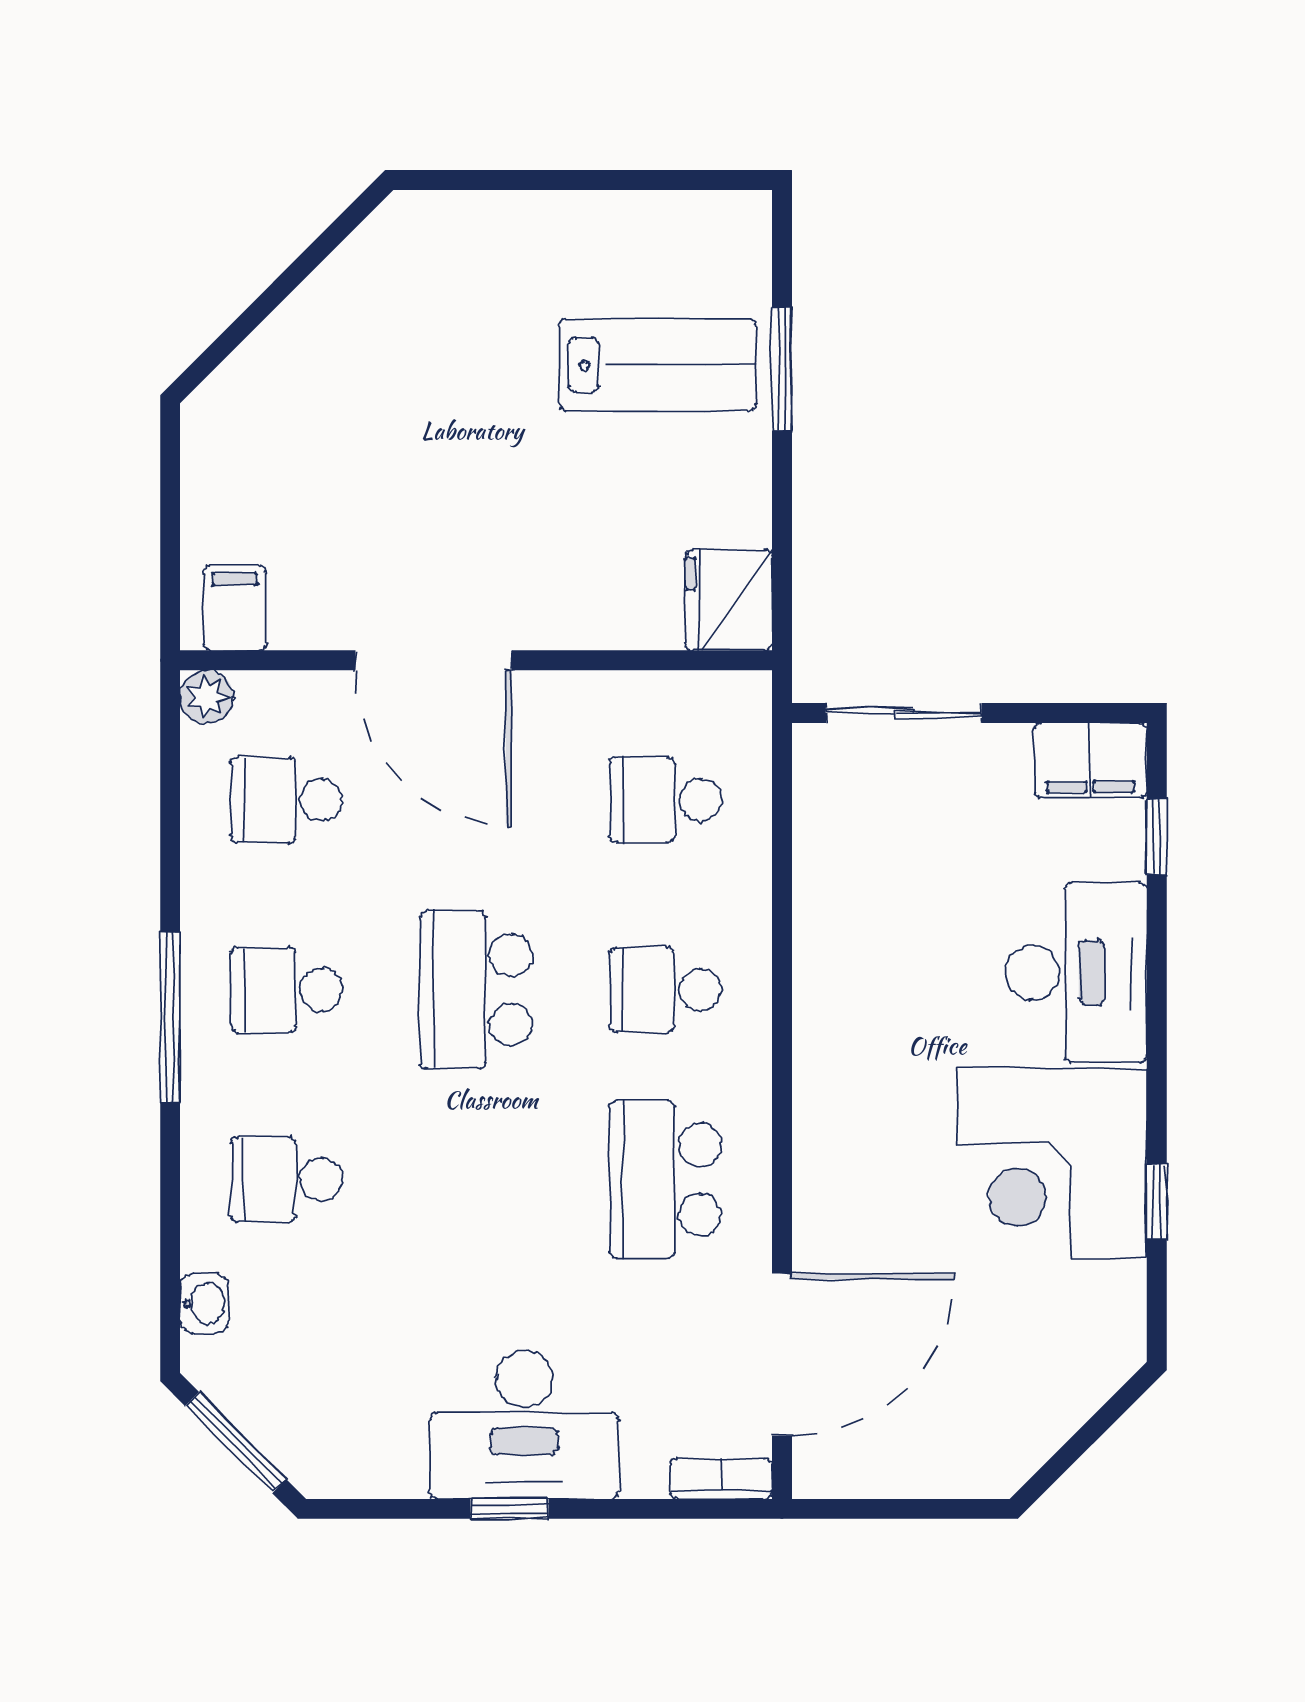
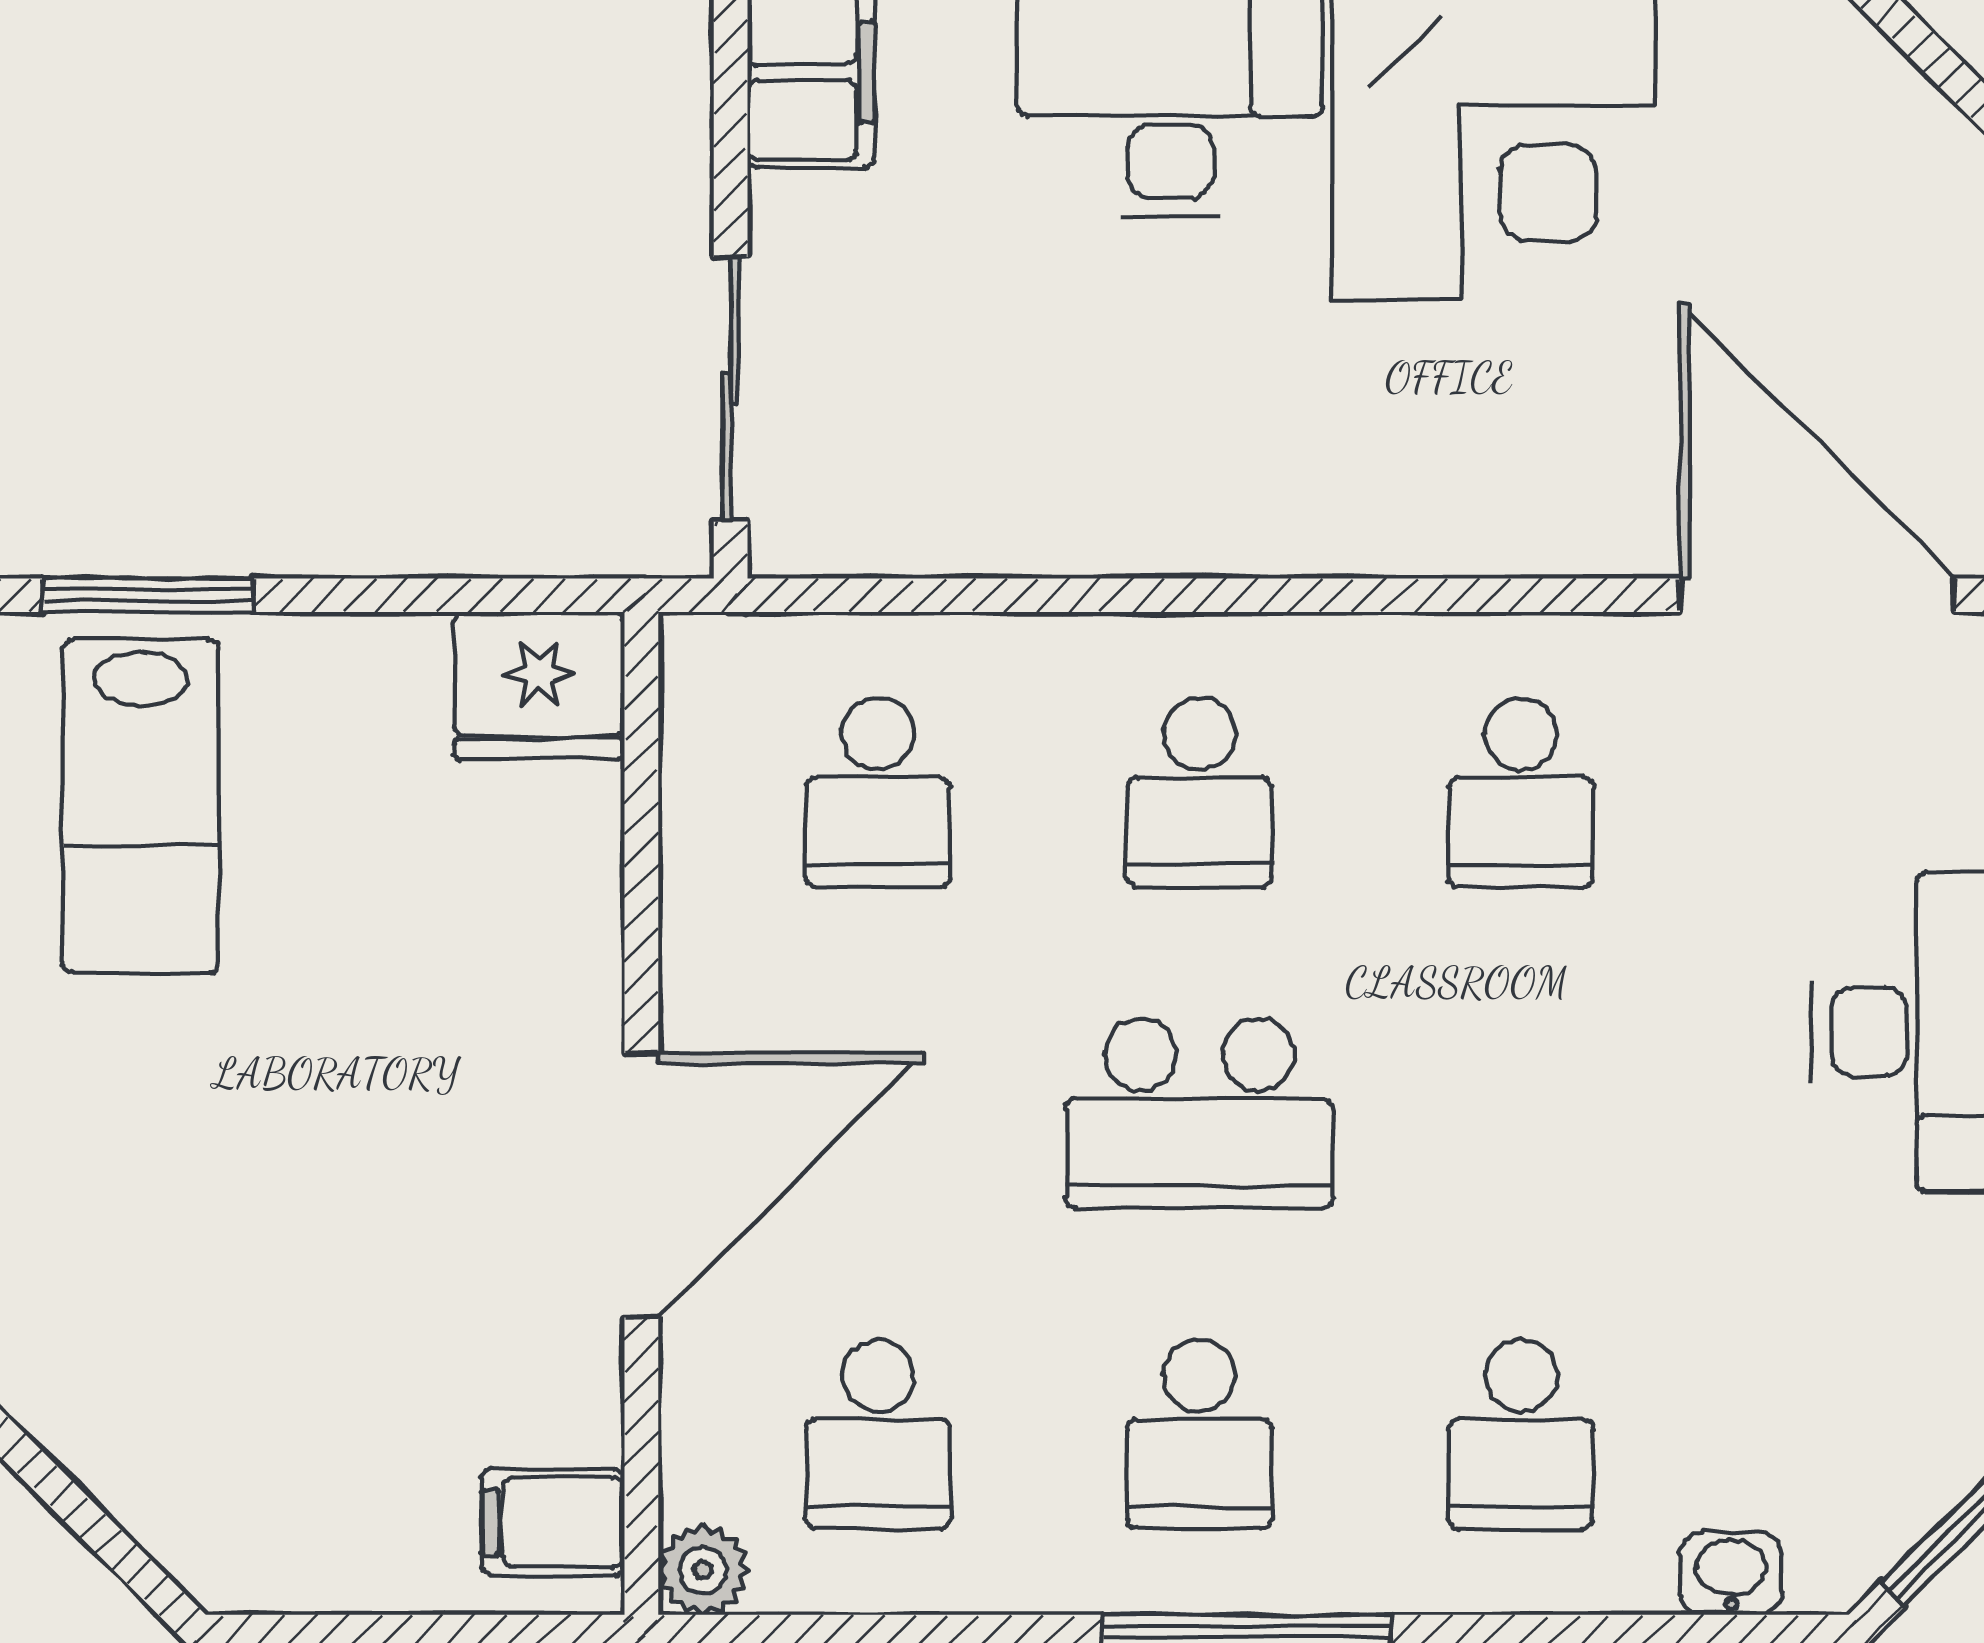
lab bench: (658, 365) -> (141, 806), turned 180
school desk: (665, 1179) -> (1521, 792), width x0.54

